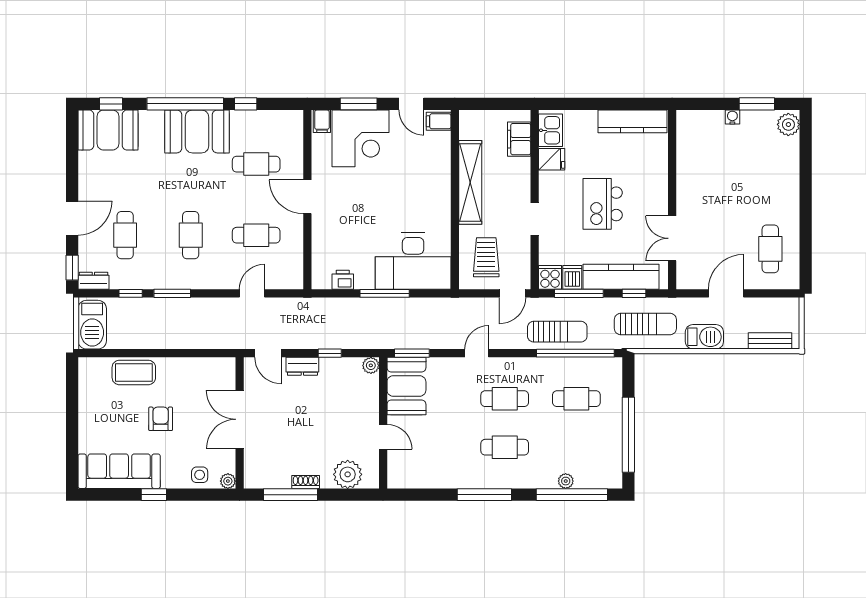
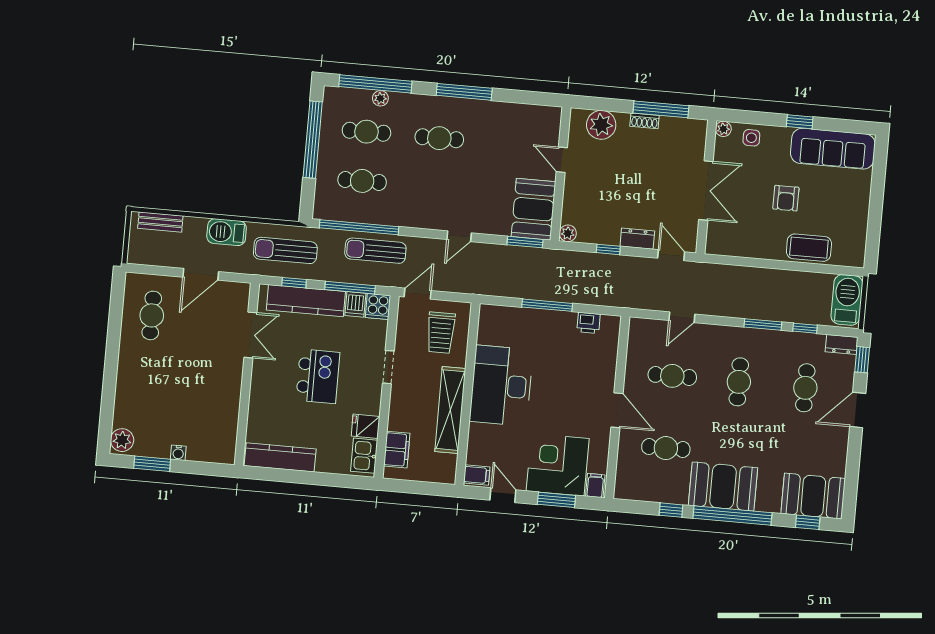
desk: (413, 261) -> (501, 386), moved, turned -90
cafe table: (505, 399) -> (366, 132), moved

